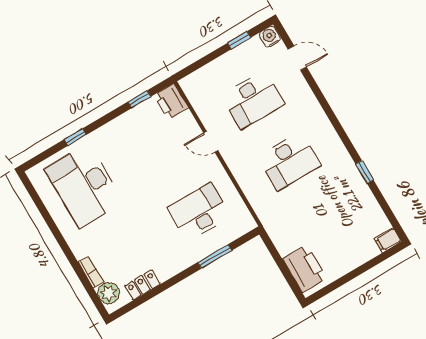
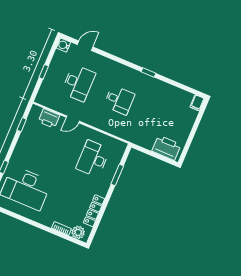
window: (239, 40) -> (44, 72), moved
printer: (171, 101) -> (49, 118), moved
desk: (289, 161) -> (119, 100), width x0.73
window: (365, 172) -> (149, 72), moved
locker: (142, 285) -> (94, 211), width x1.53

